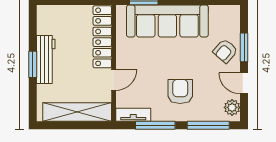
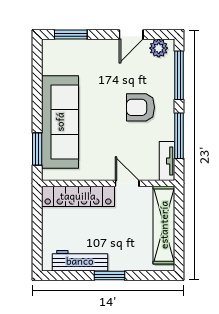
window: (244, 47) -> (71, 35), moved
armchair: (225, 51) -> (94, 56), removed
workbench: (46, 60) -> (80, 261), moved

